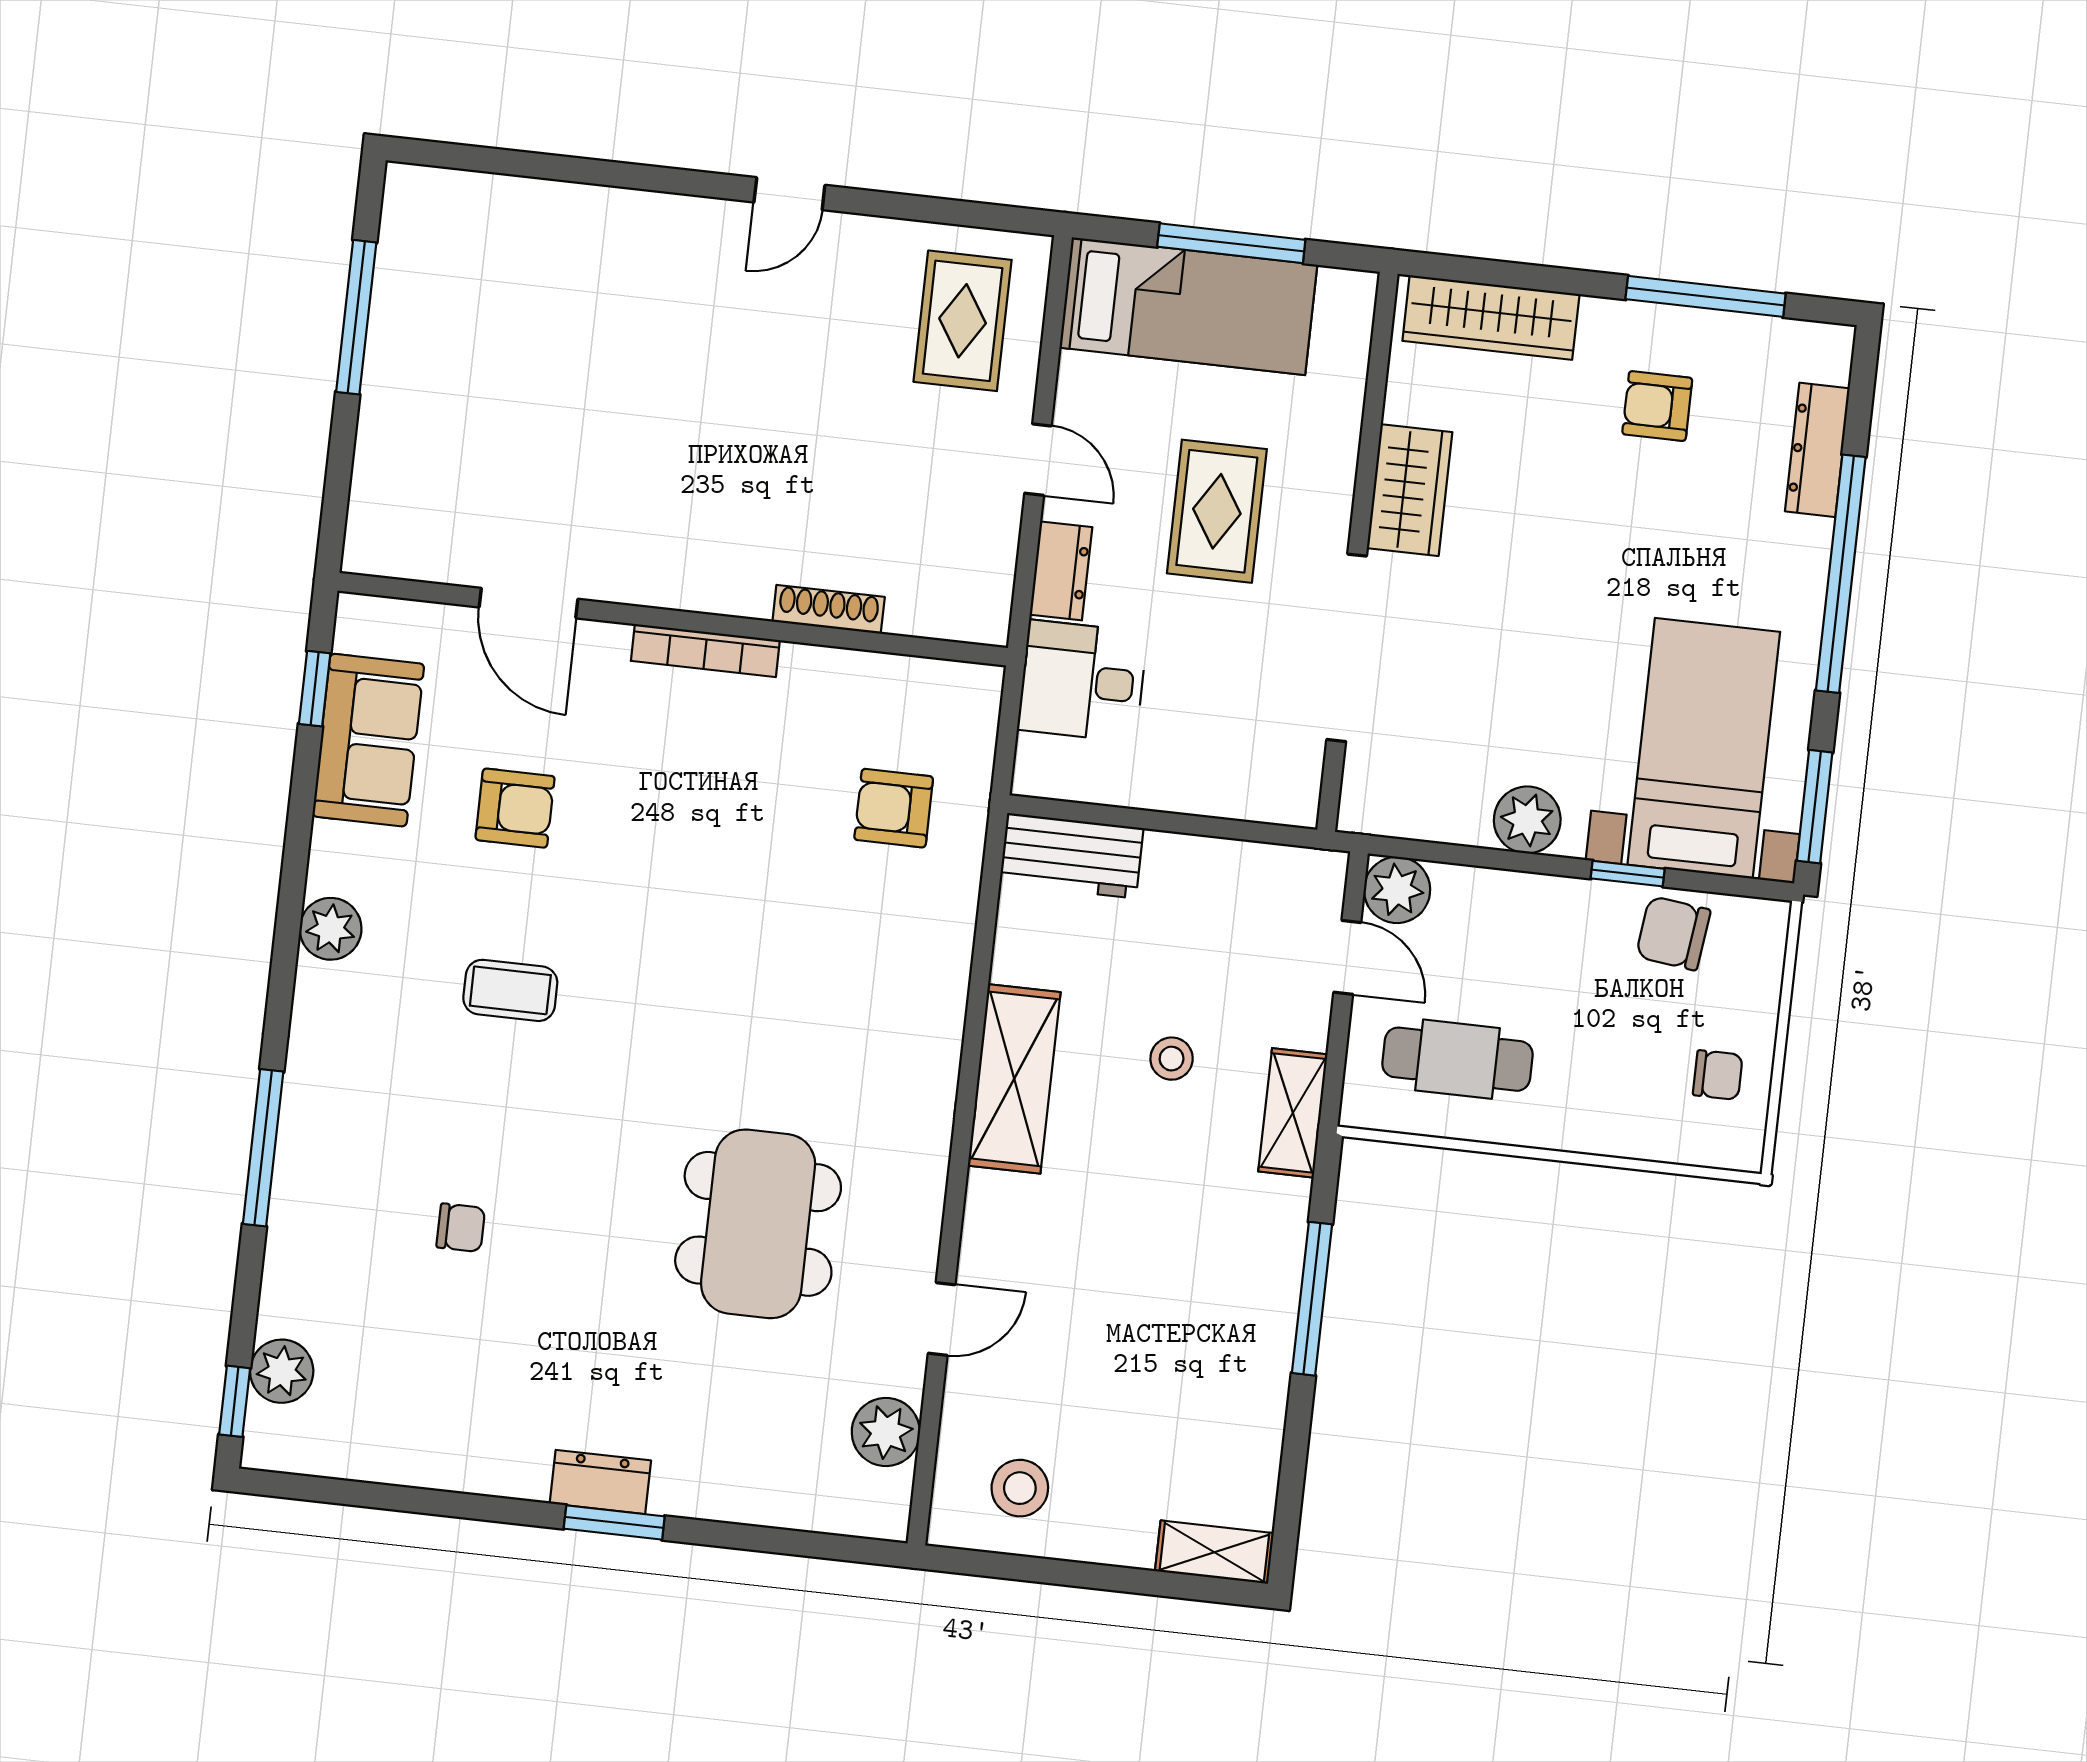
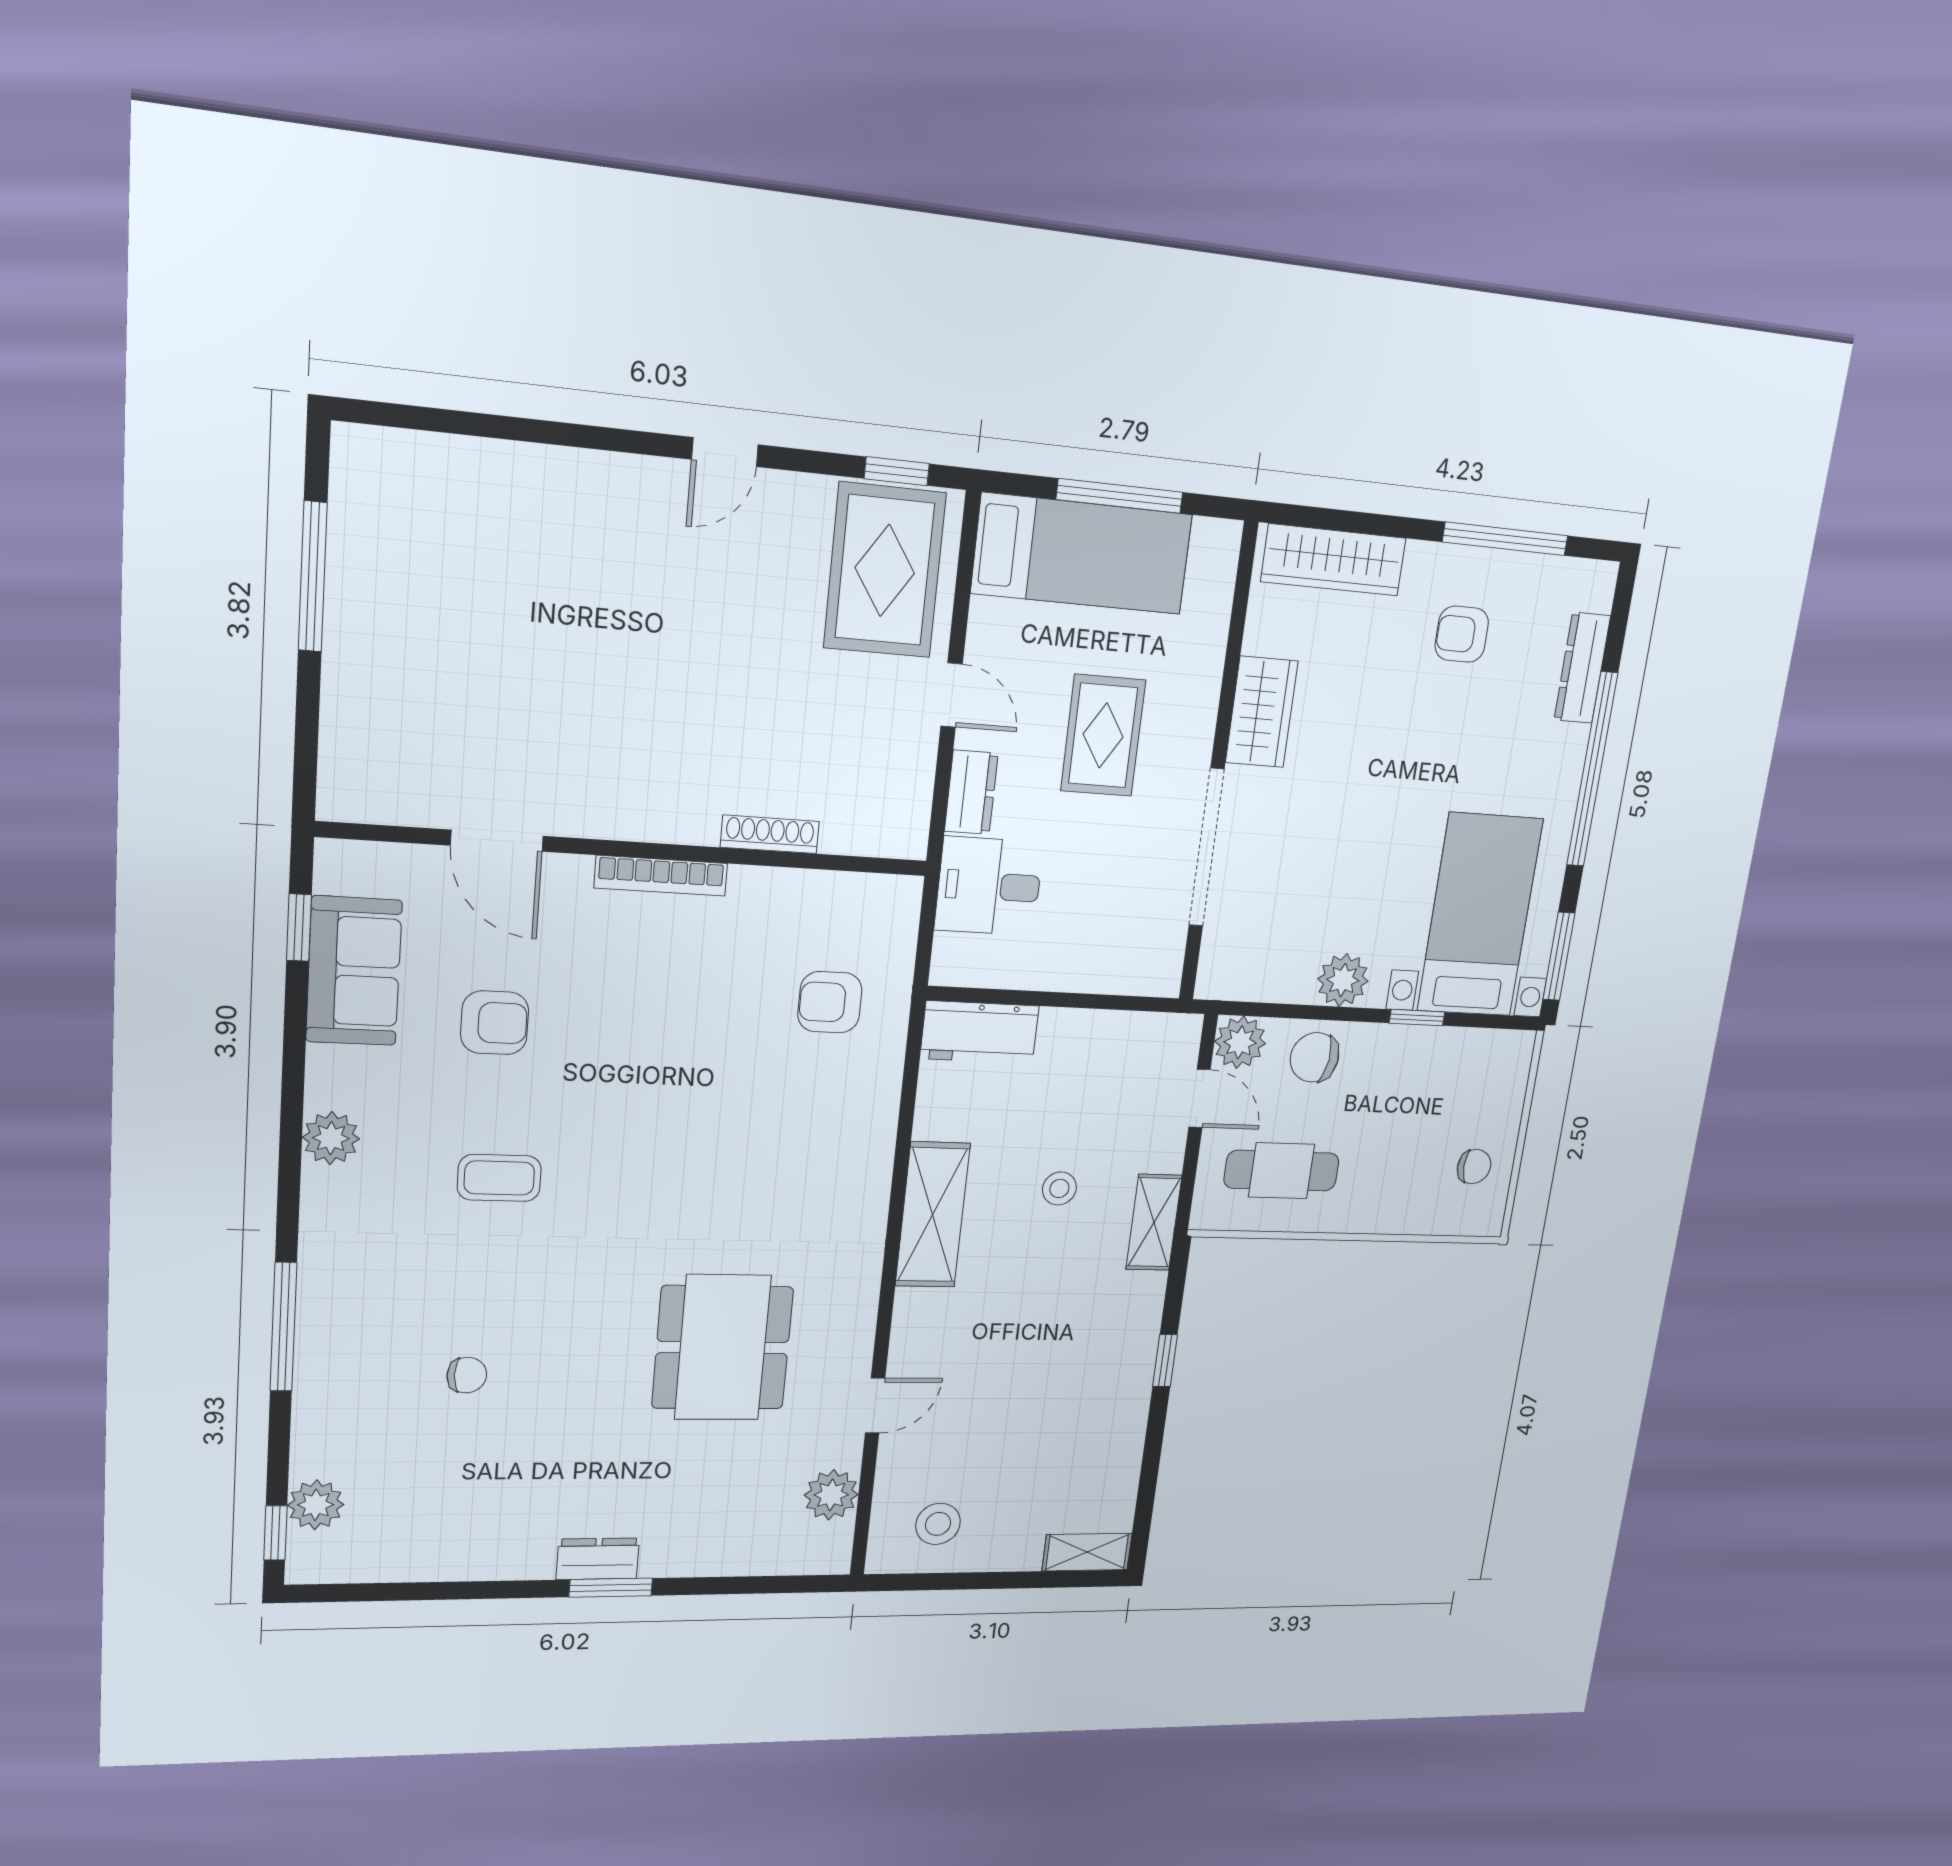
window: (977, 215) -> (897, 471), added
rug: (963, 321) -> (885, 570), width x1.36, depth x1.43
chair: (1673, 933) -> (1315, 1057), moved
window: (1312, 1299) -> (1165, 1361), width x0.46

